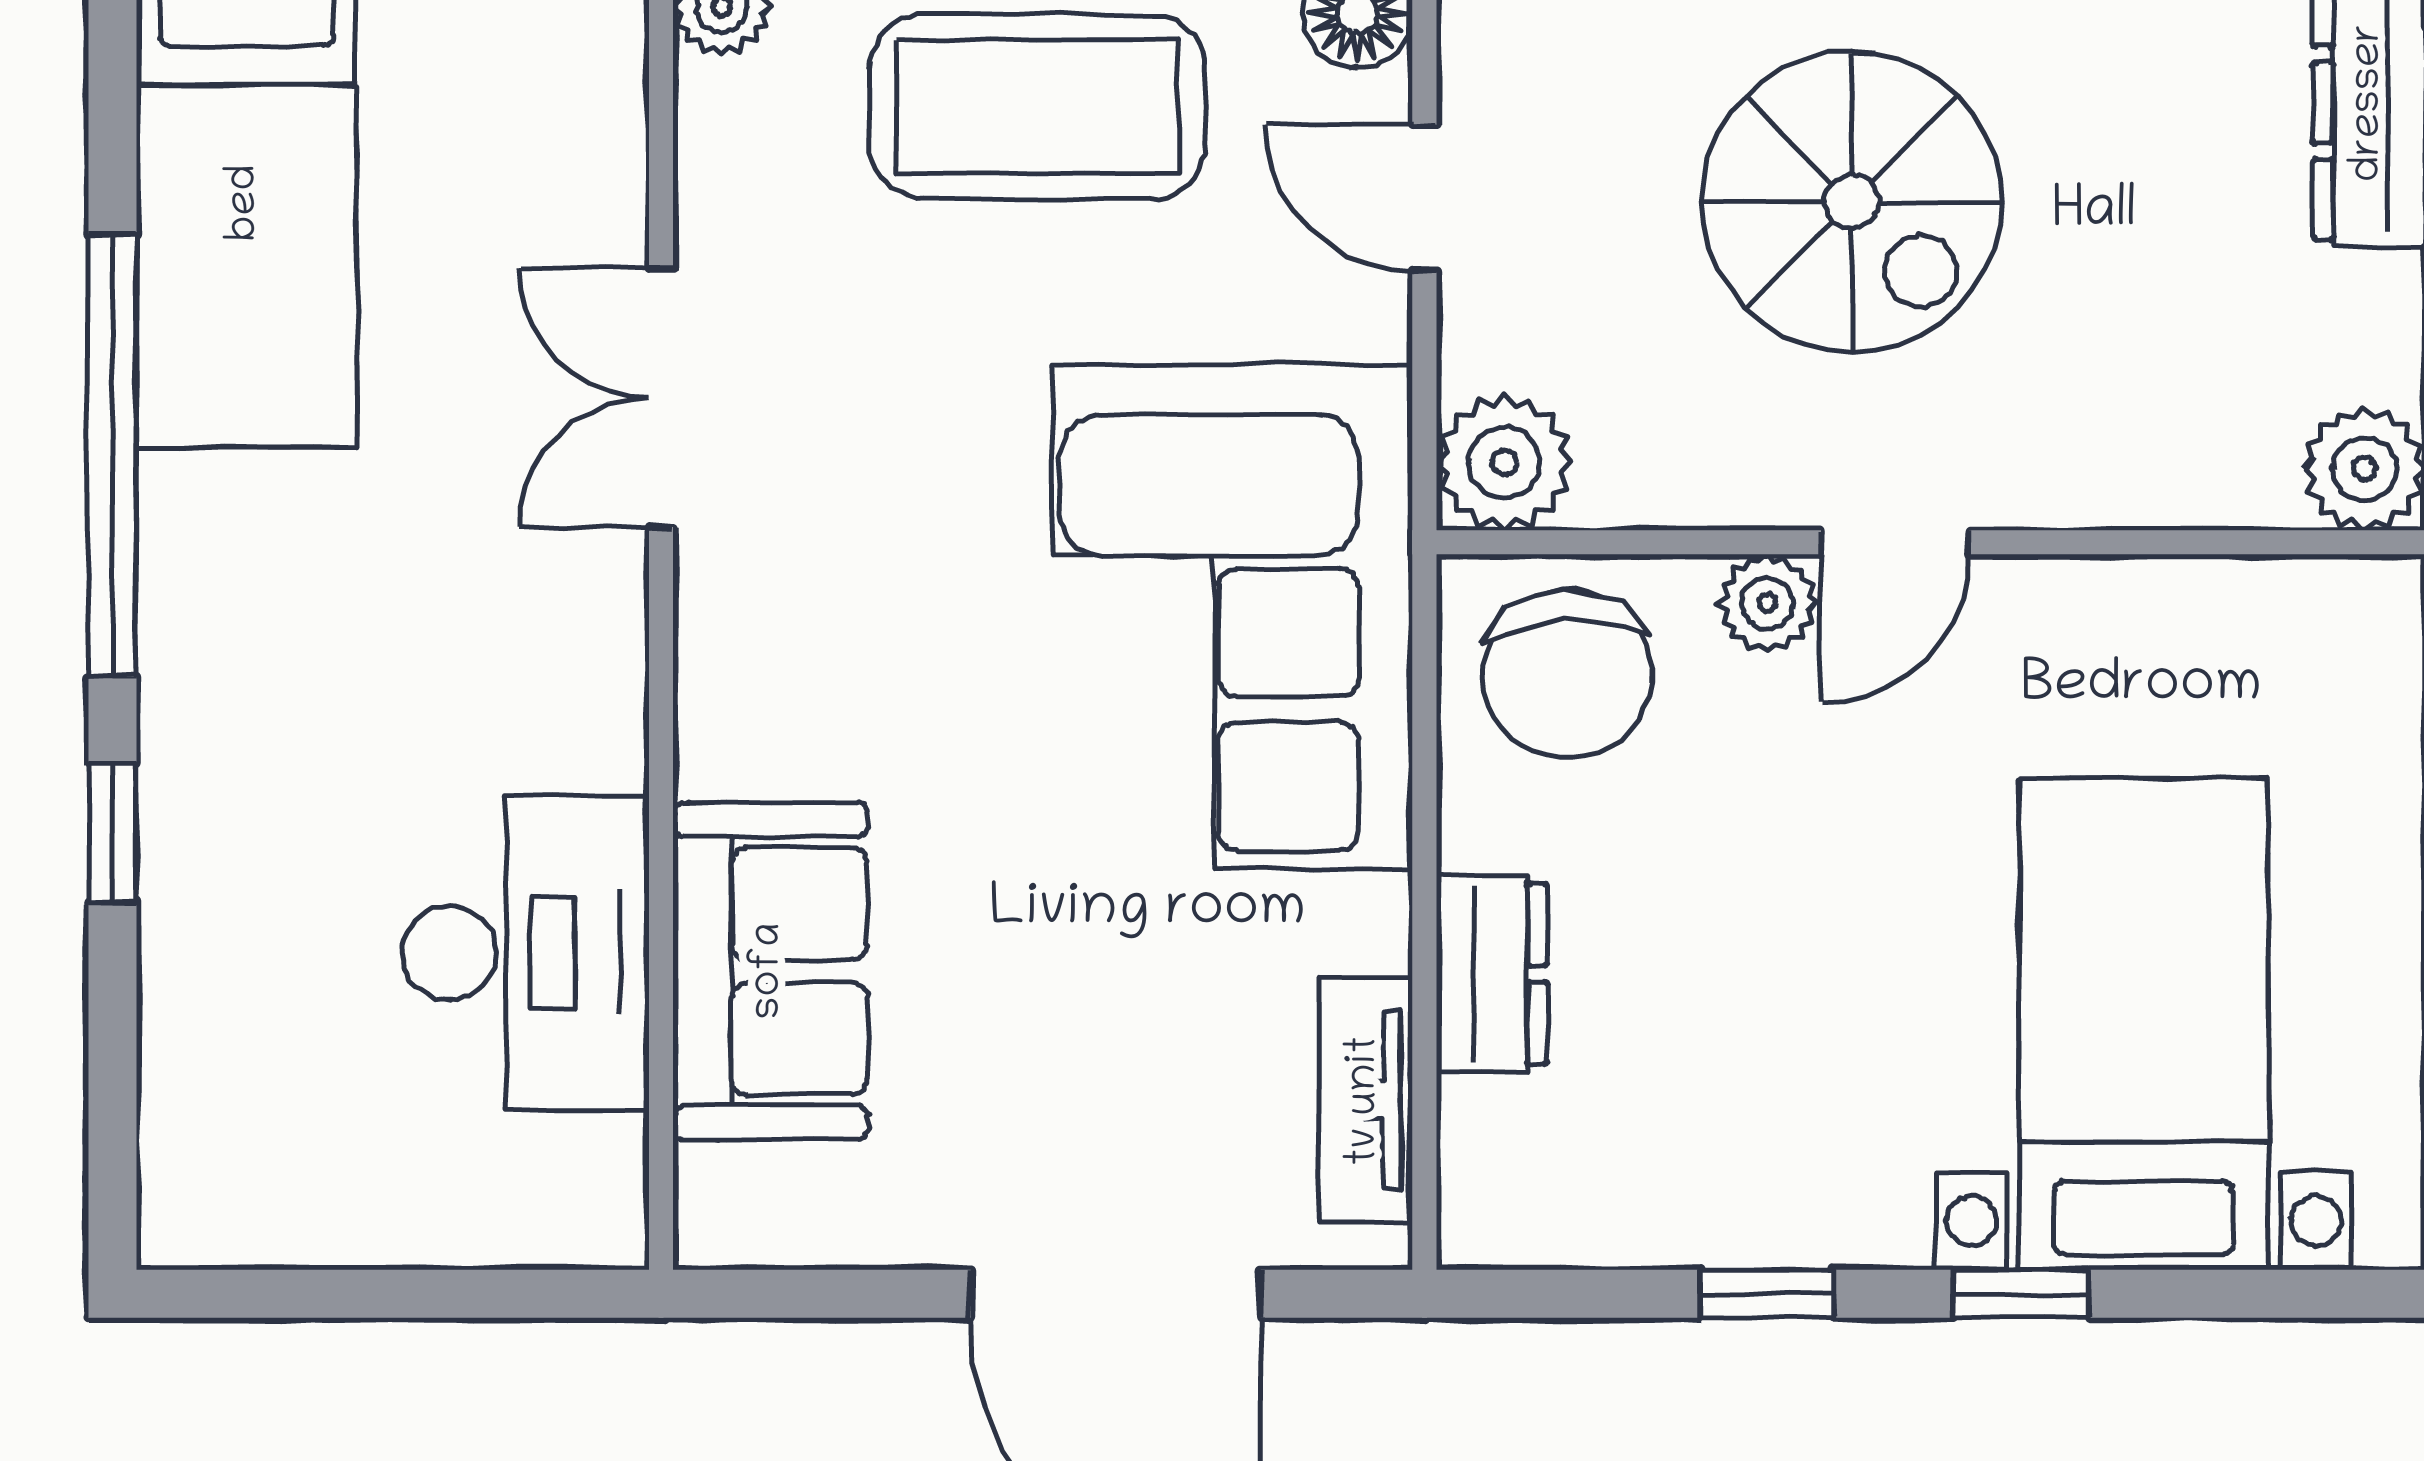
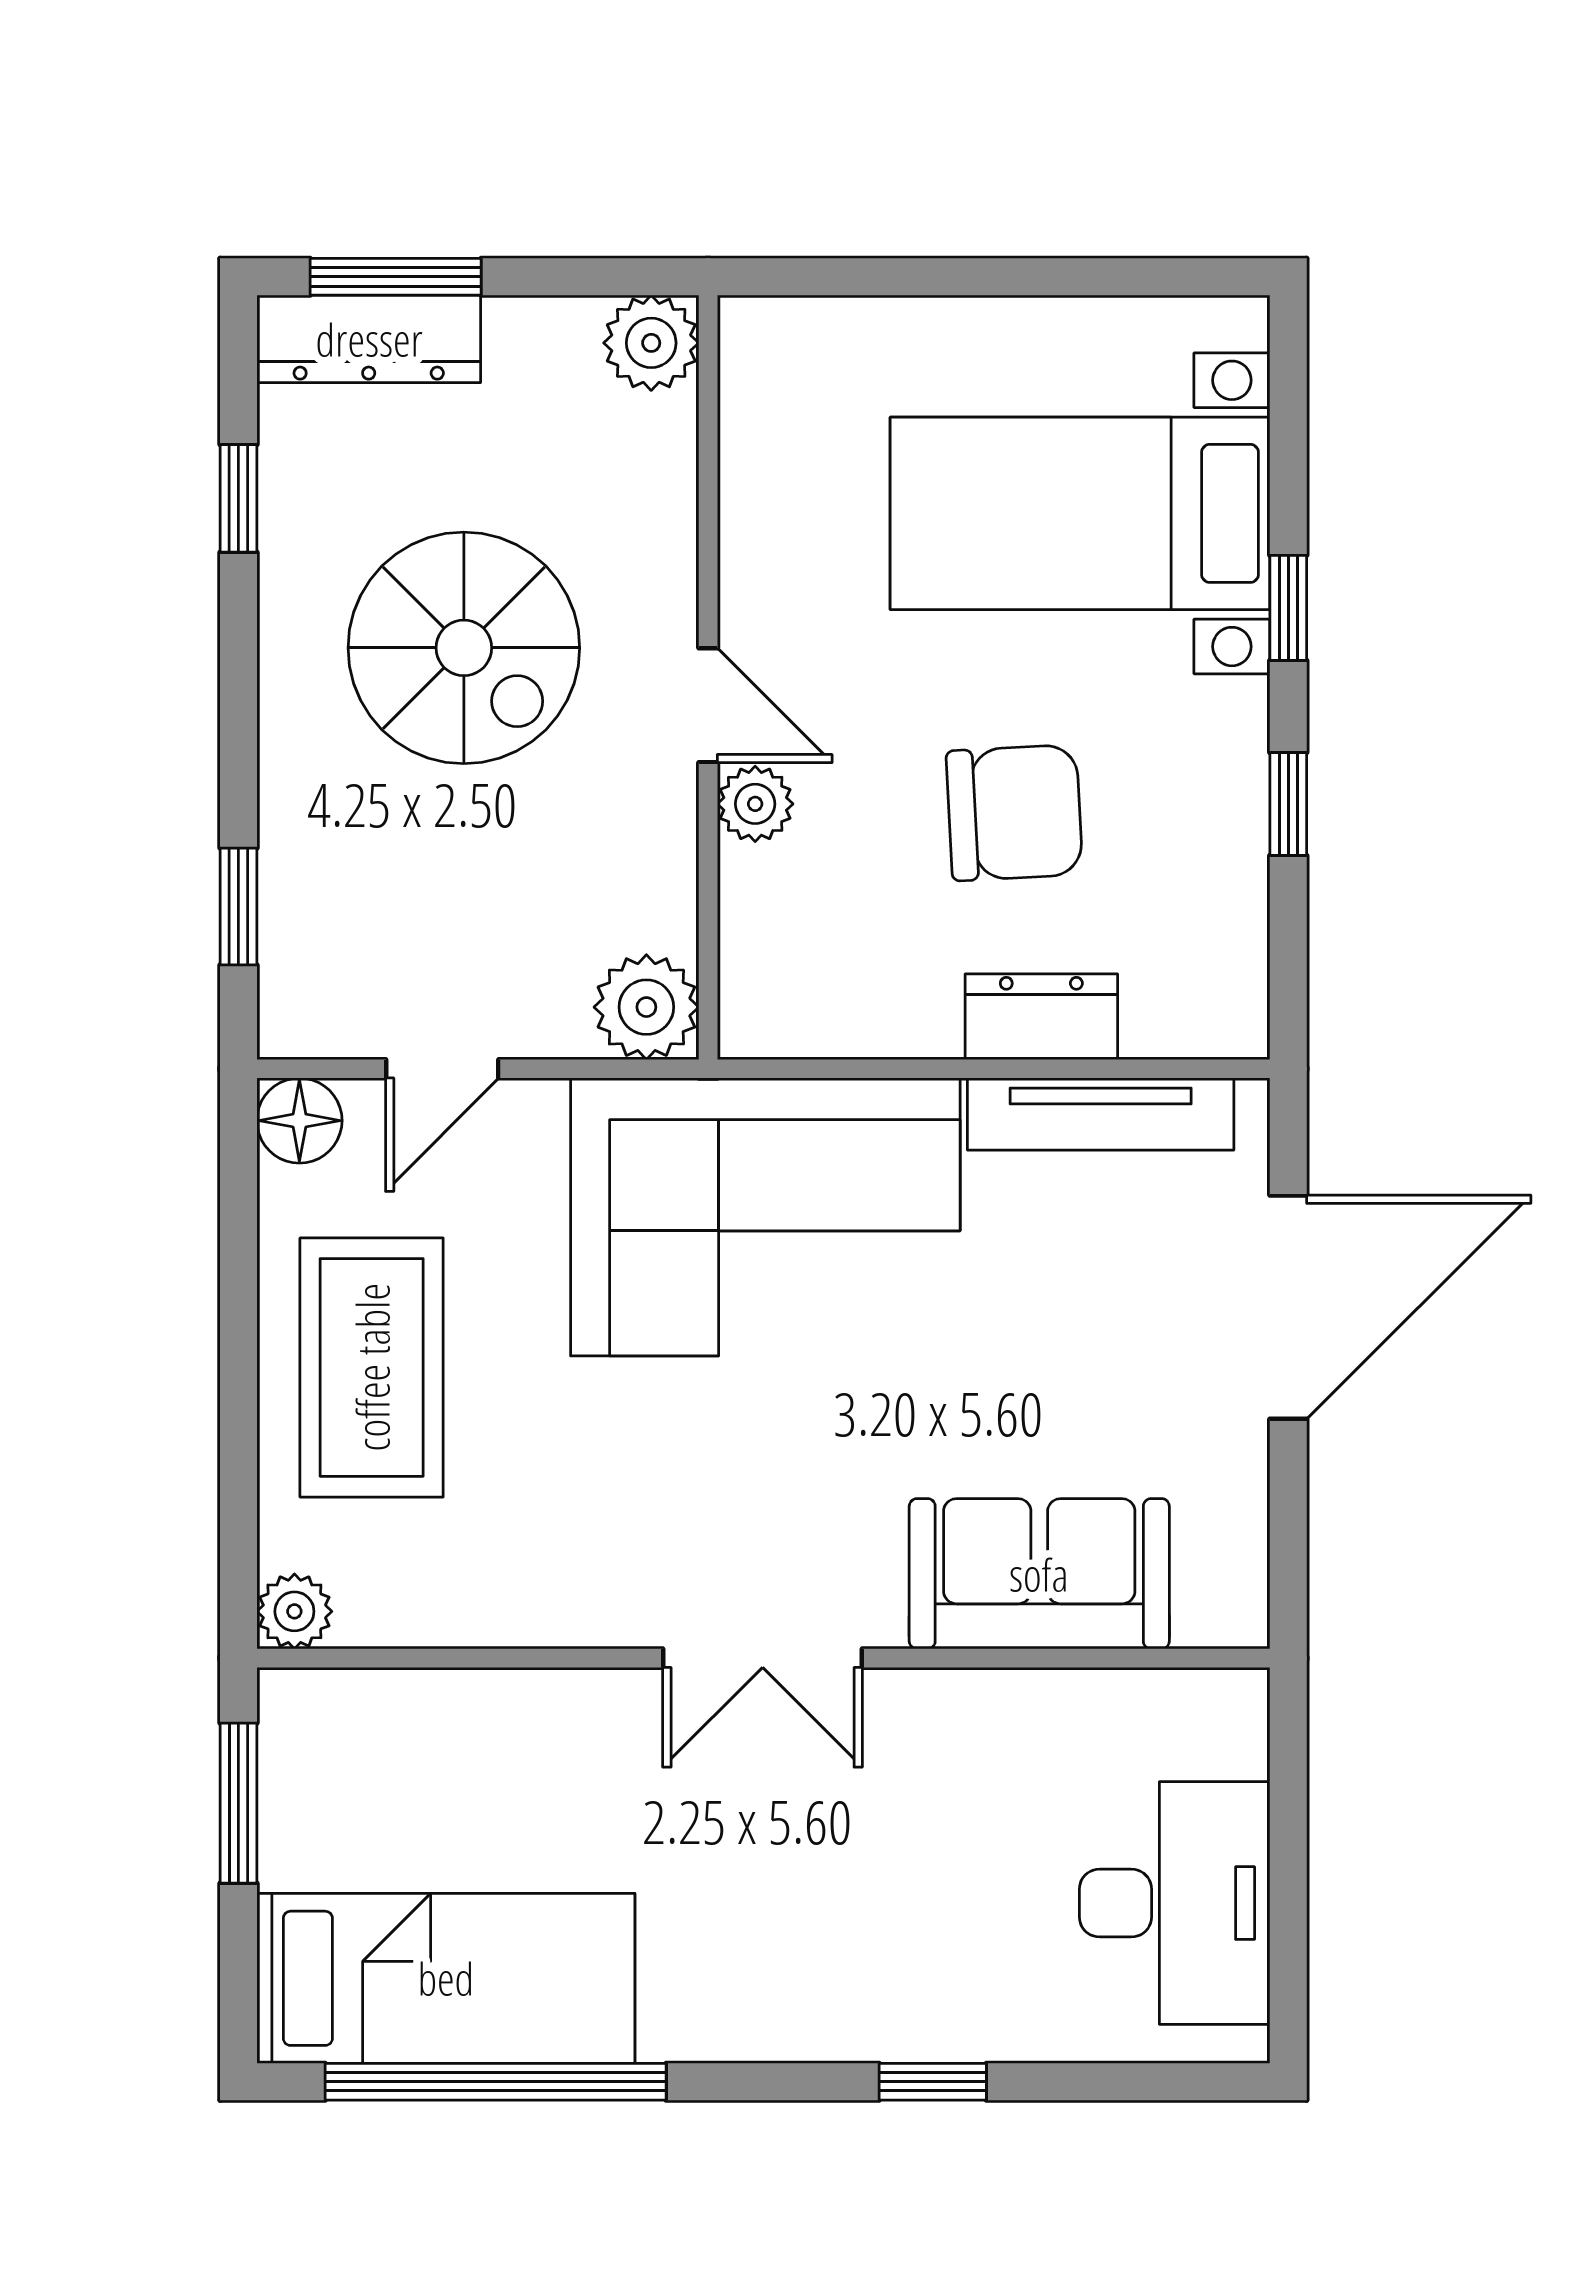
spiral stairs: (1852, 202) -> (464, 648), moved, turned 90
double door: (661, 398) -> (763, 1658), moved
window: (112, 455) -> (496, 2082), moved
chair: (1568, 674) -> (1014, 813), moved
desk: (526, 953) -> (1175, 1903), moved, turned 90
tv unit: (1366, 1101) -> (1101, 1114), width x1.41

